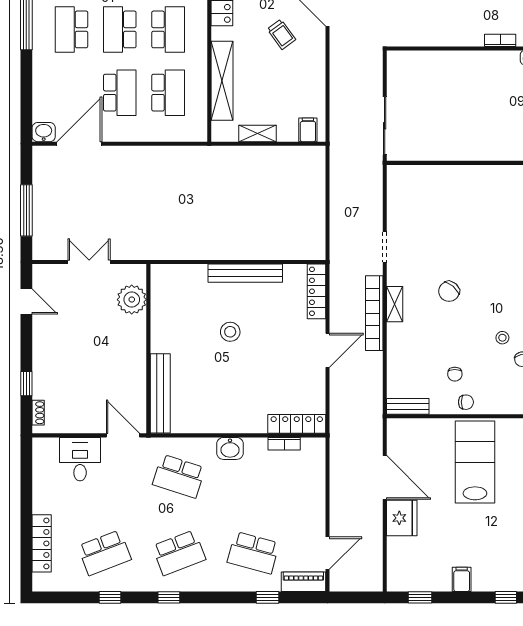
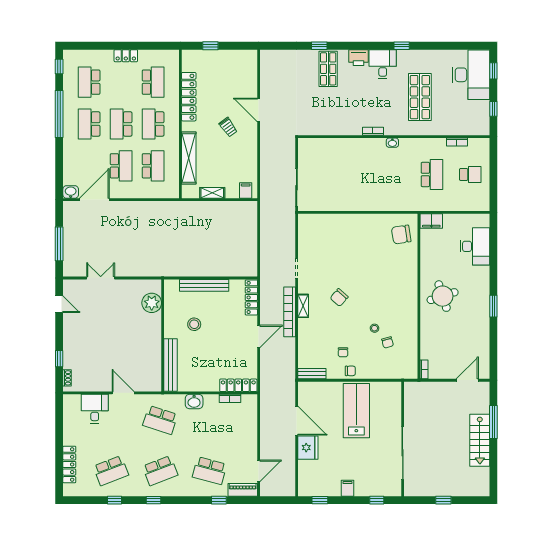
school desk: (168, 29) -> (153, 124), turned 180
plant: (132, 300) -> (152, 303), moved
wall: (148, 349) -> (163, 335), moved
bench: (160, 393) -> (171, 365), moved

